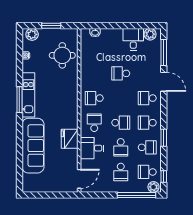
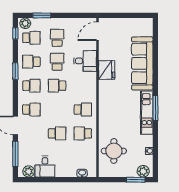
window: (51, 26) -> (136, 180), moved
school desk: (94, 123) -> (83, 133), moved, turned 90
window: (137, 195) -> (42, 15), width x0.47

